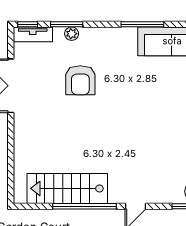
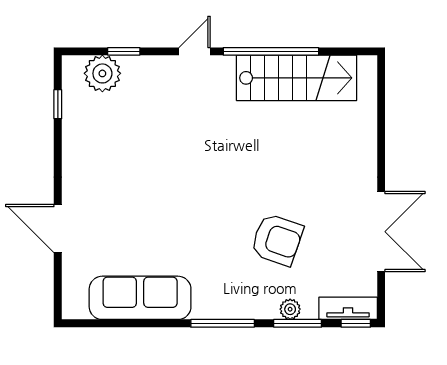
window: (142, 24) -> (223, 323), moved
armchair: (80, 80) -> (277, 240), turned 109

